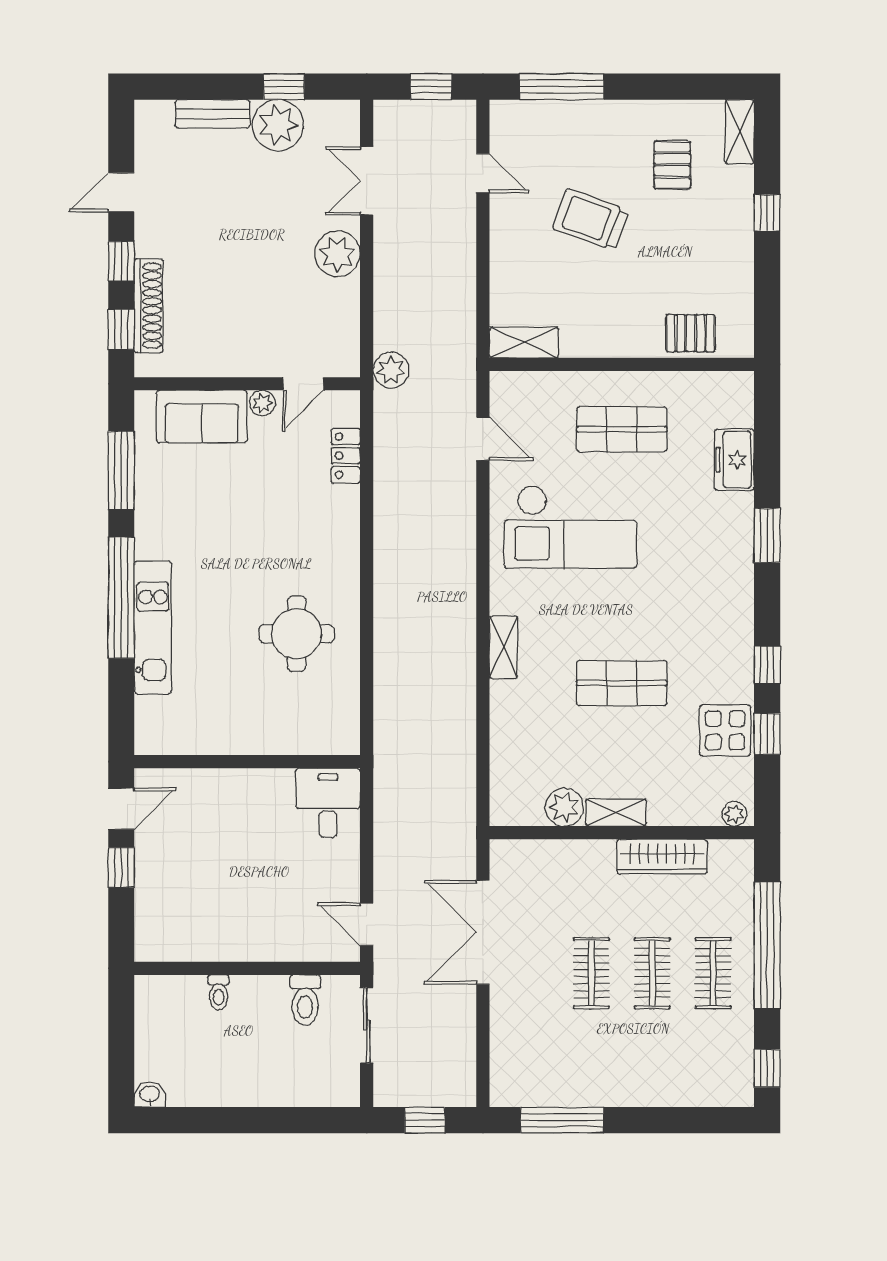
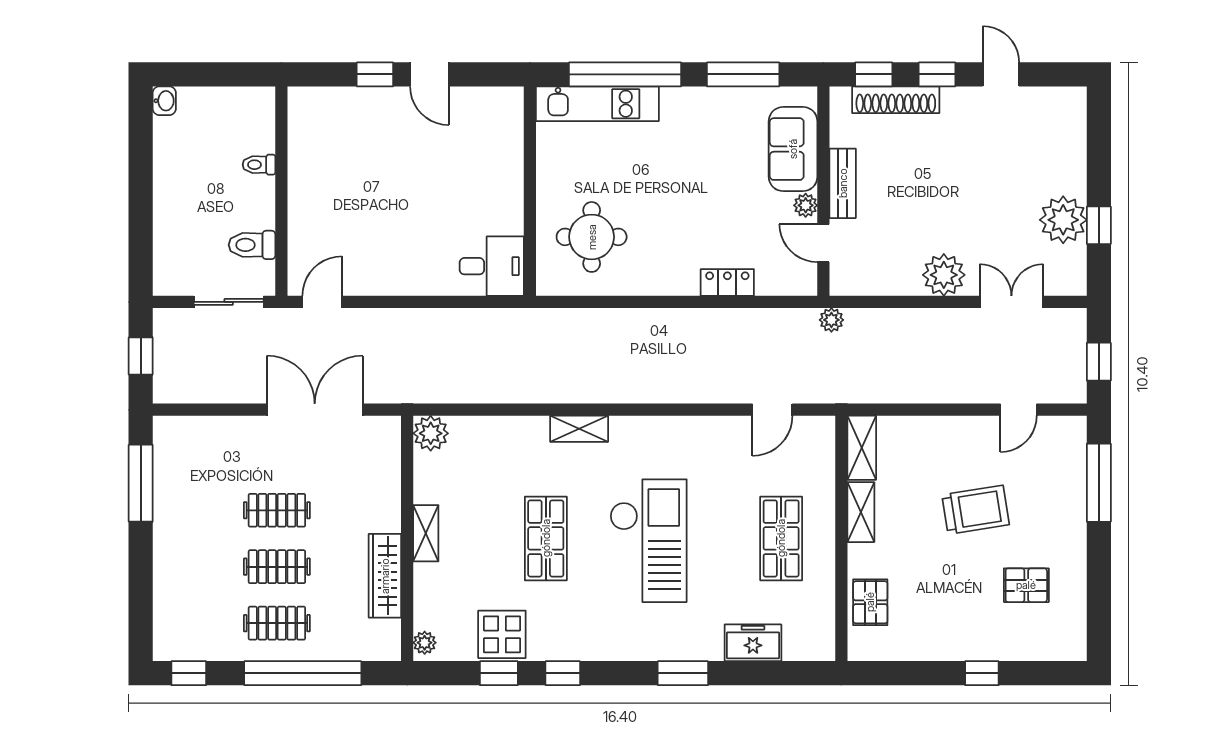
bench: (213, 114) -> (843, 183), moved
shelving: (740, 132) -> (861, 512), moved, turned 90
trolley: (591, 220) -> (976, 510), turned 61
plant: (391, 370) -> (831, 320), width x0.73, depth x0.73
locker: (346, 456) -> (727, 282), moved
checkout: (570, 527) -> (648, 541), moved, turned 180
wall: (247, 762) -> (530, 191), moved
desk: (328, 803) -> (492, 266), moved
plant: (564, 807) -> (431, 433), moved

